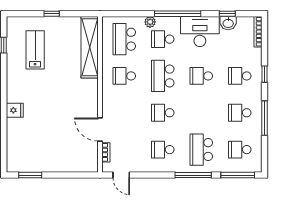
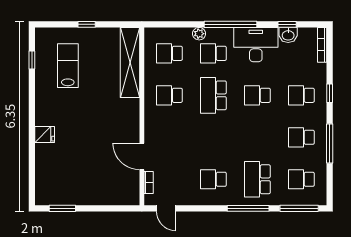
school desk: (124, 39) -> (169, 53), width x0.54
school desk: (163, 113) -> (213, 137), removed

